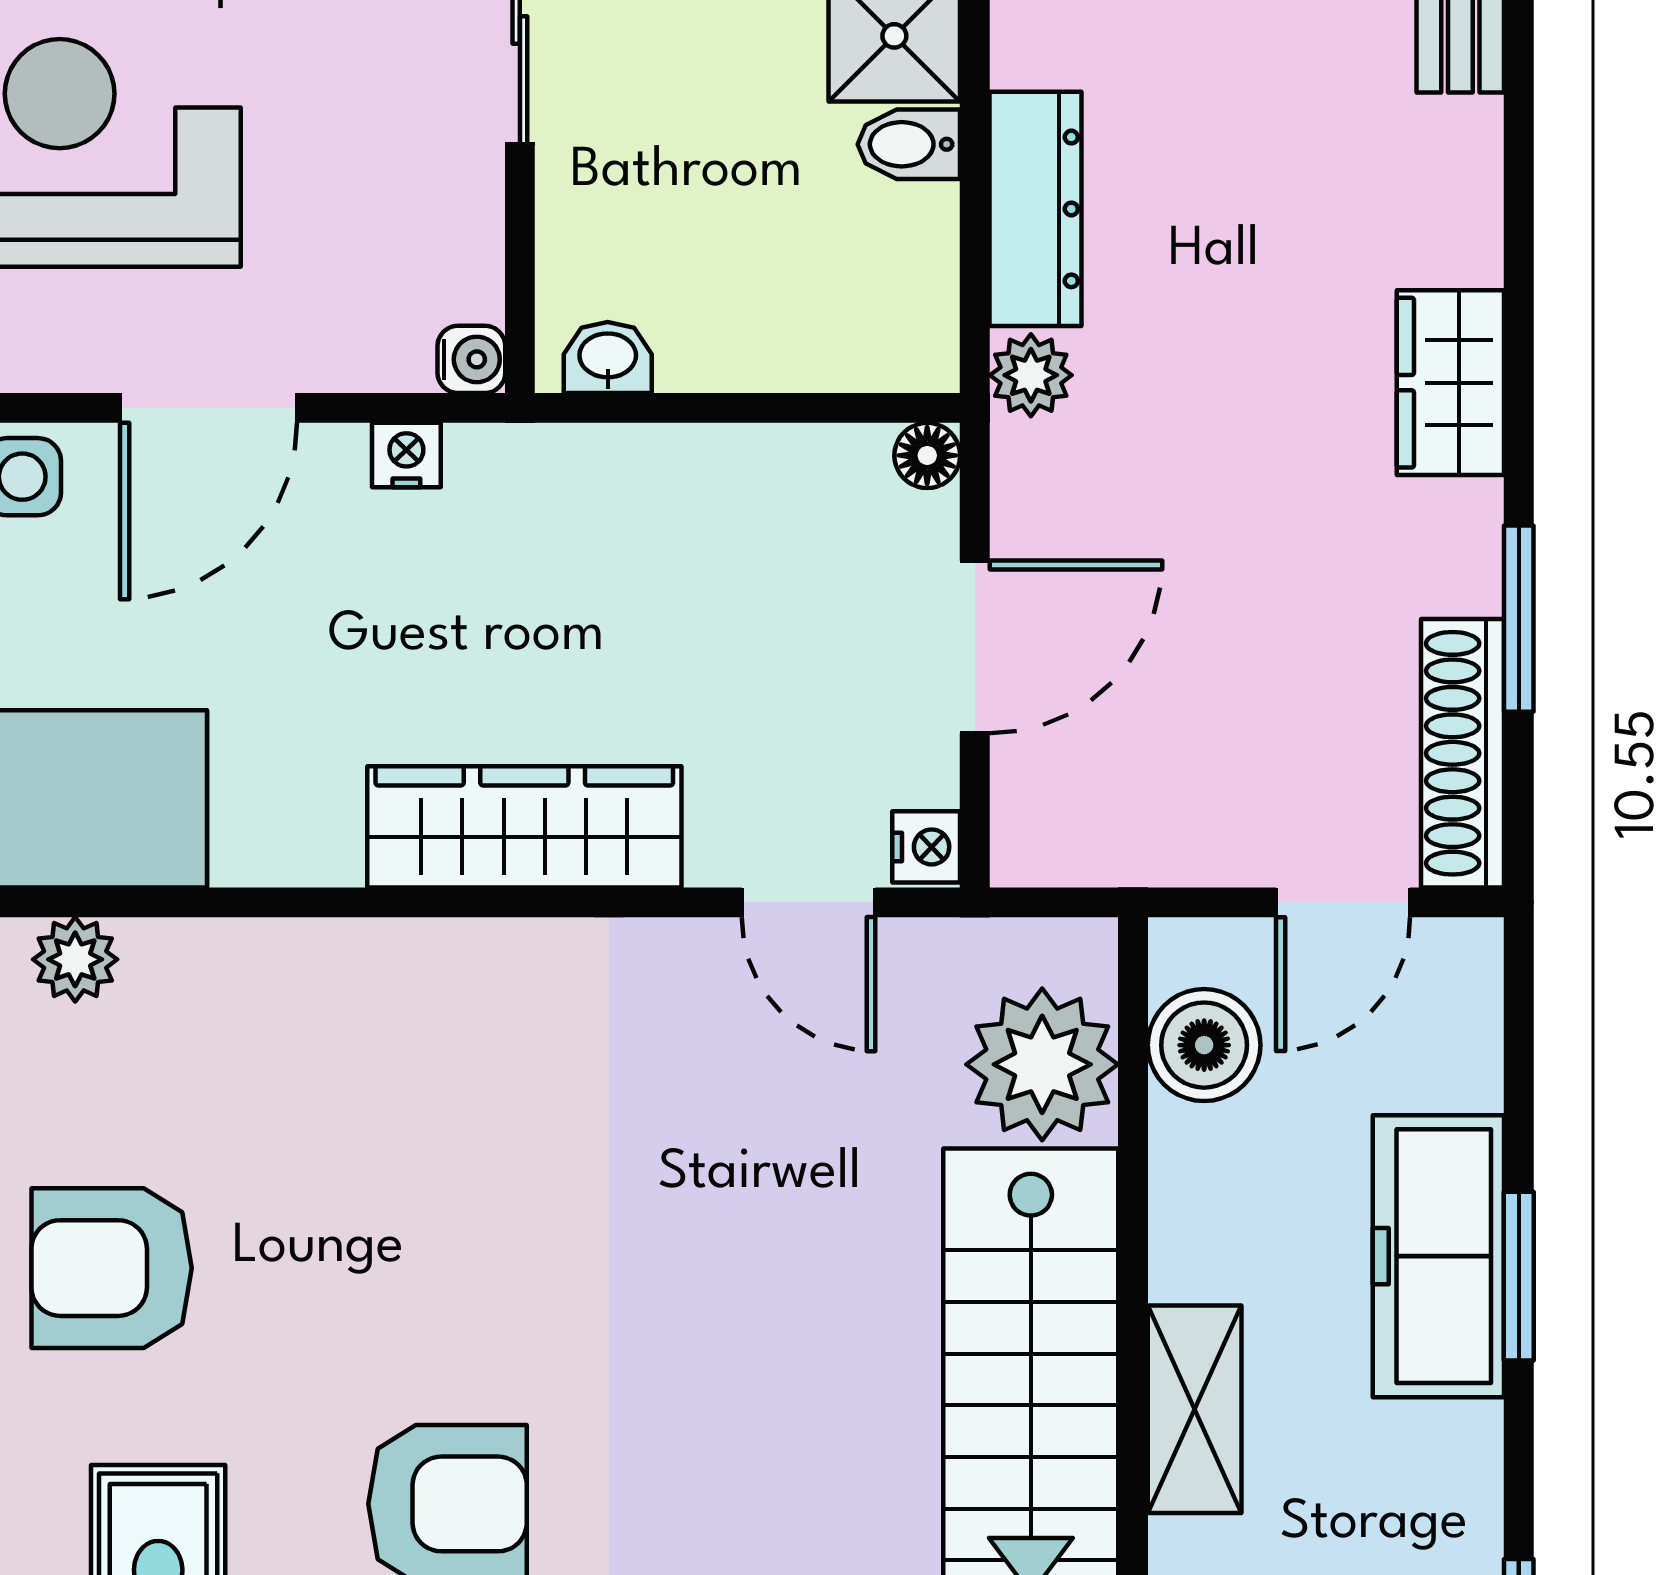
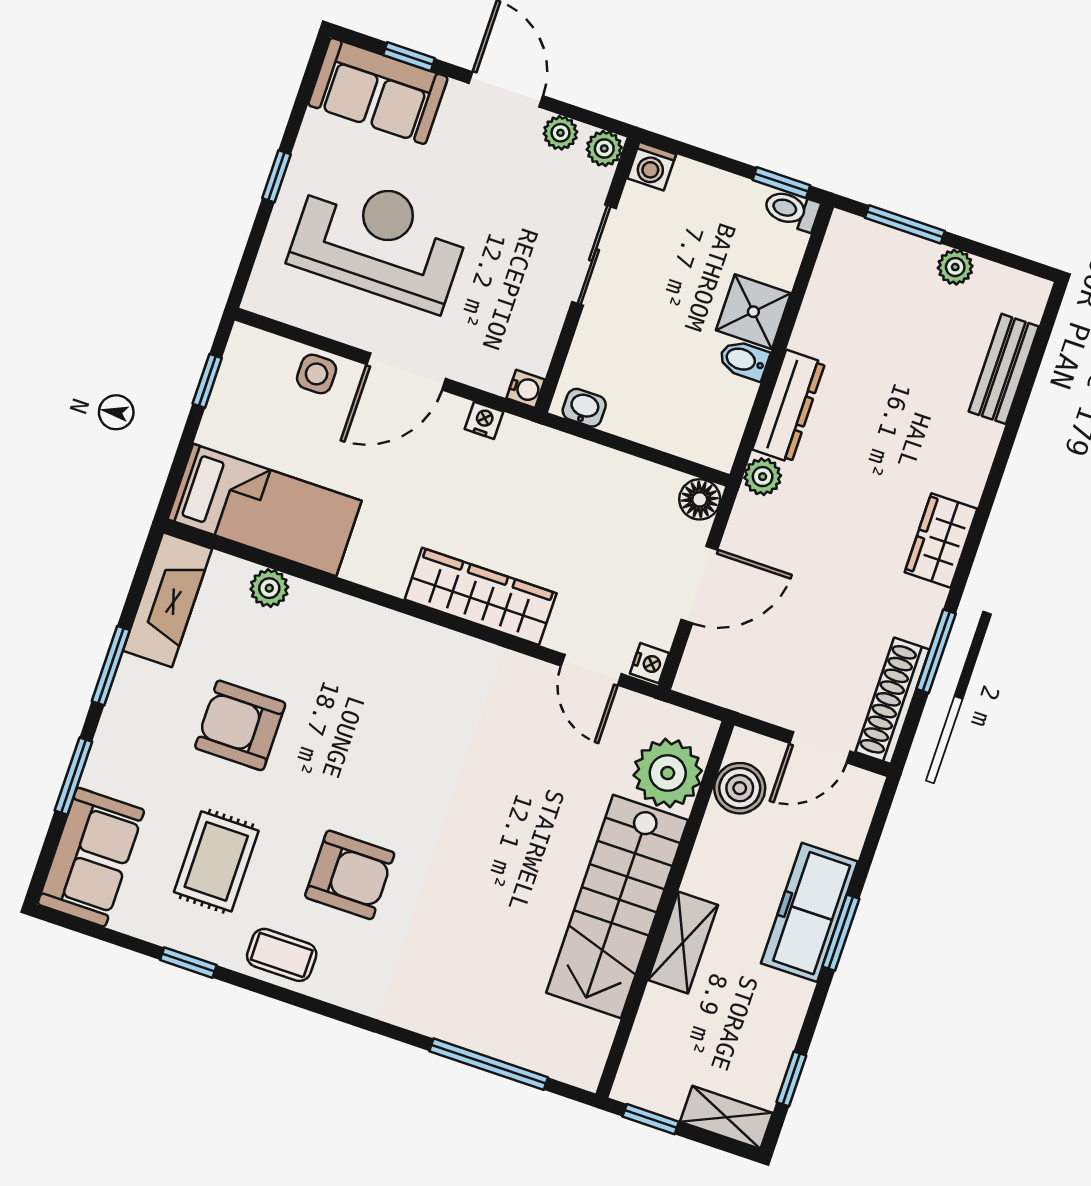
floor lamp: (927, 455) -> (700, 499), width x1.37, depth x1.37

